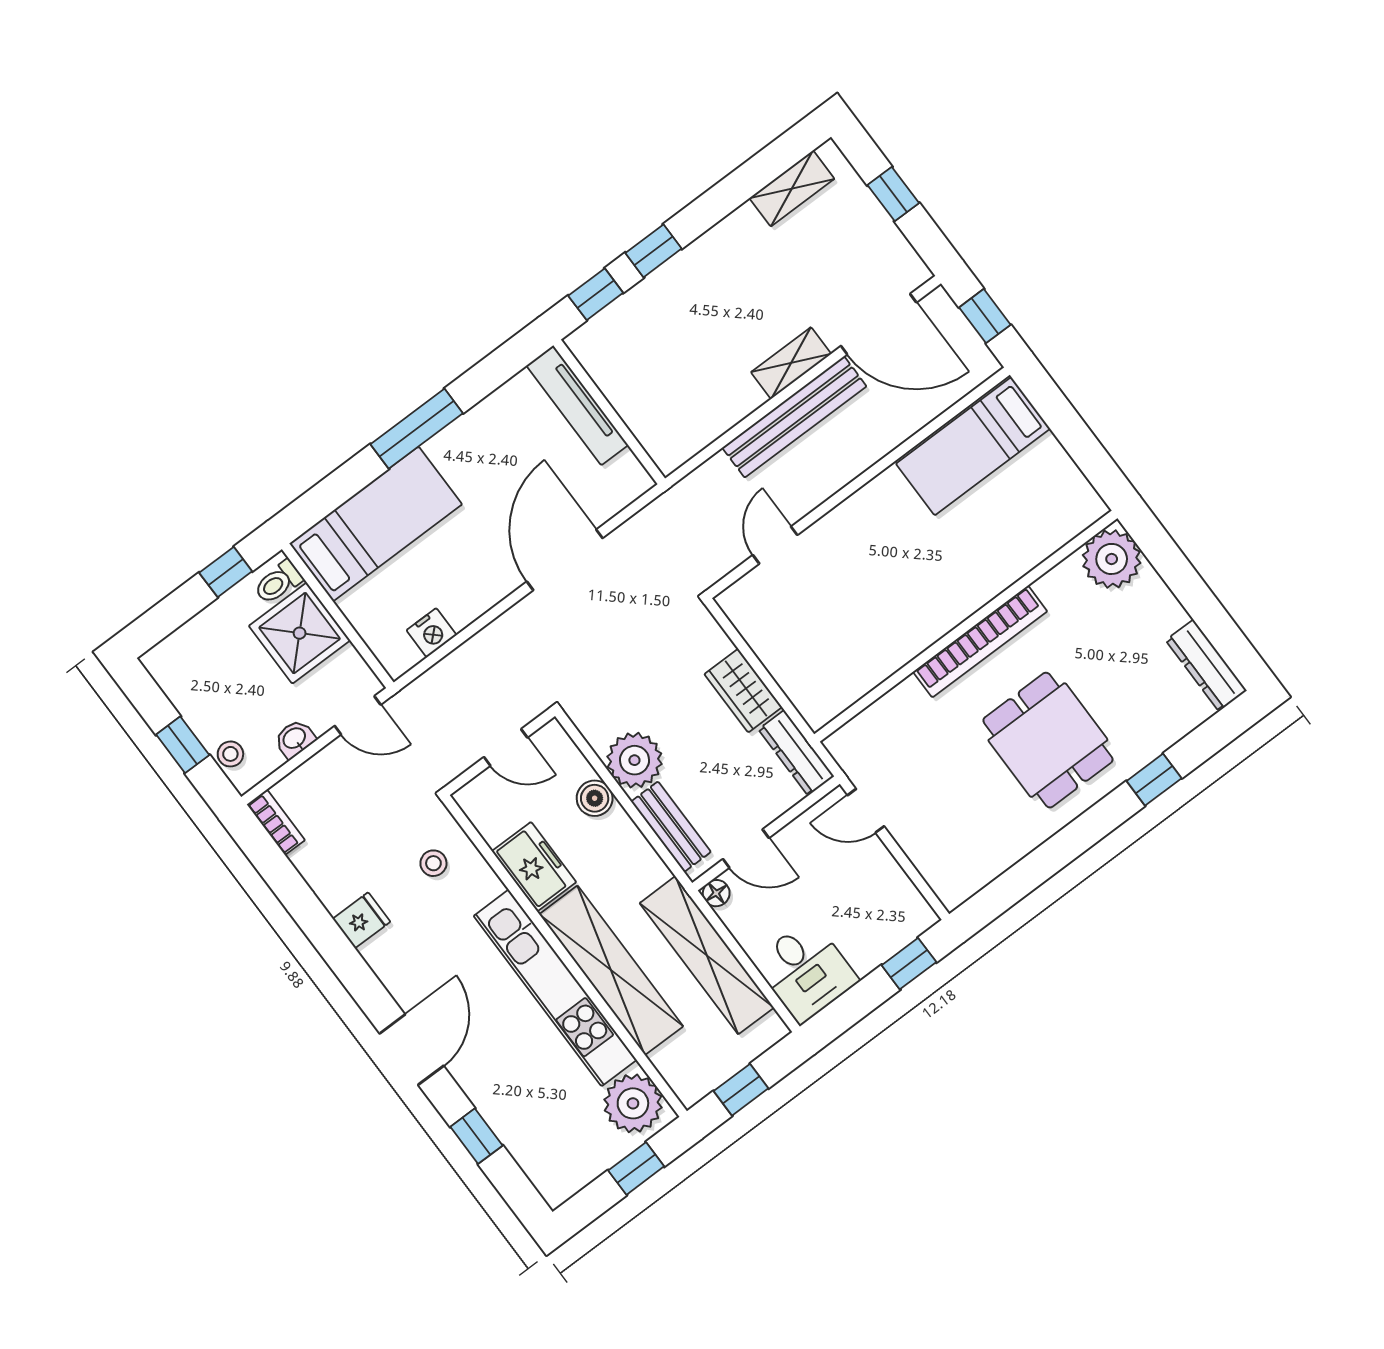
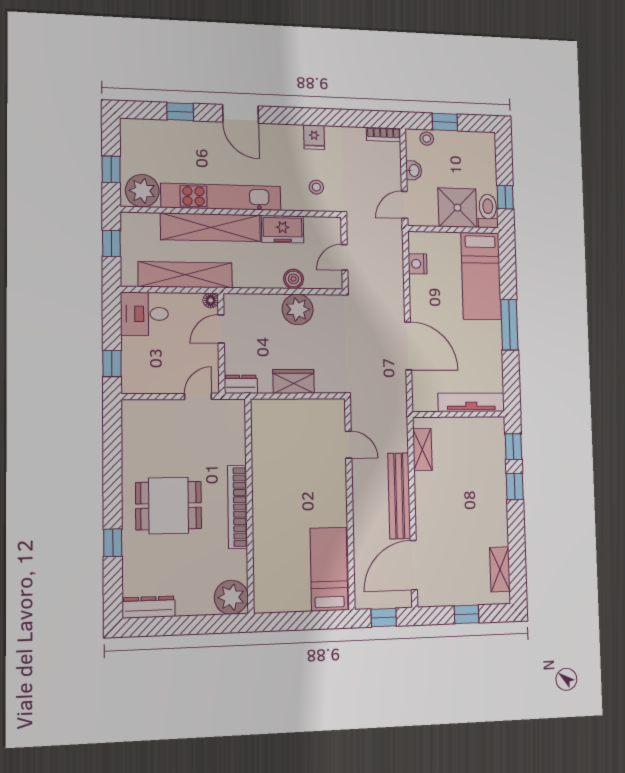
shelving: (791, 363) -> (422, 450), moved
toilet: (278, 582) -> (488, 211), width x1.37, depth x1.39
dresser: (796, 753) -> (241, 384), width x0.70
bench: (671, 827) -> (256, 303), removed

